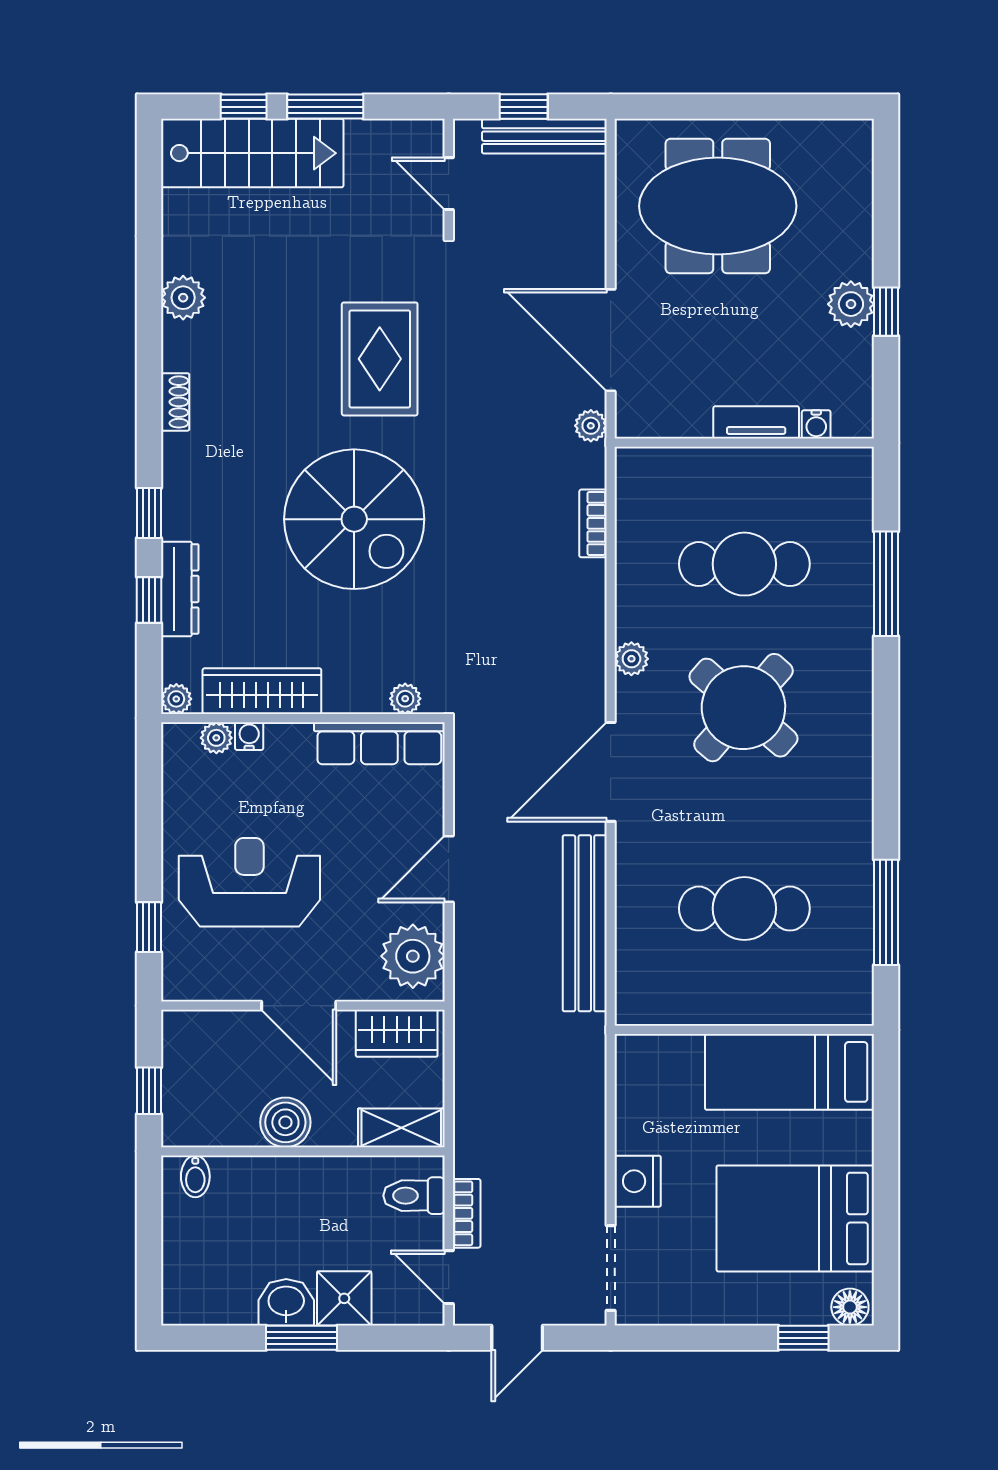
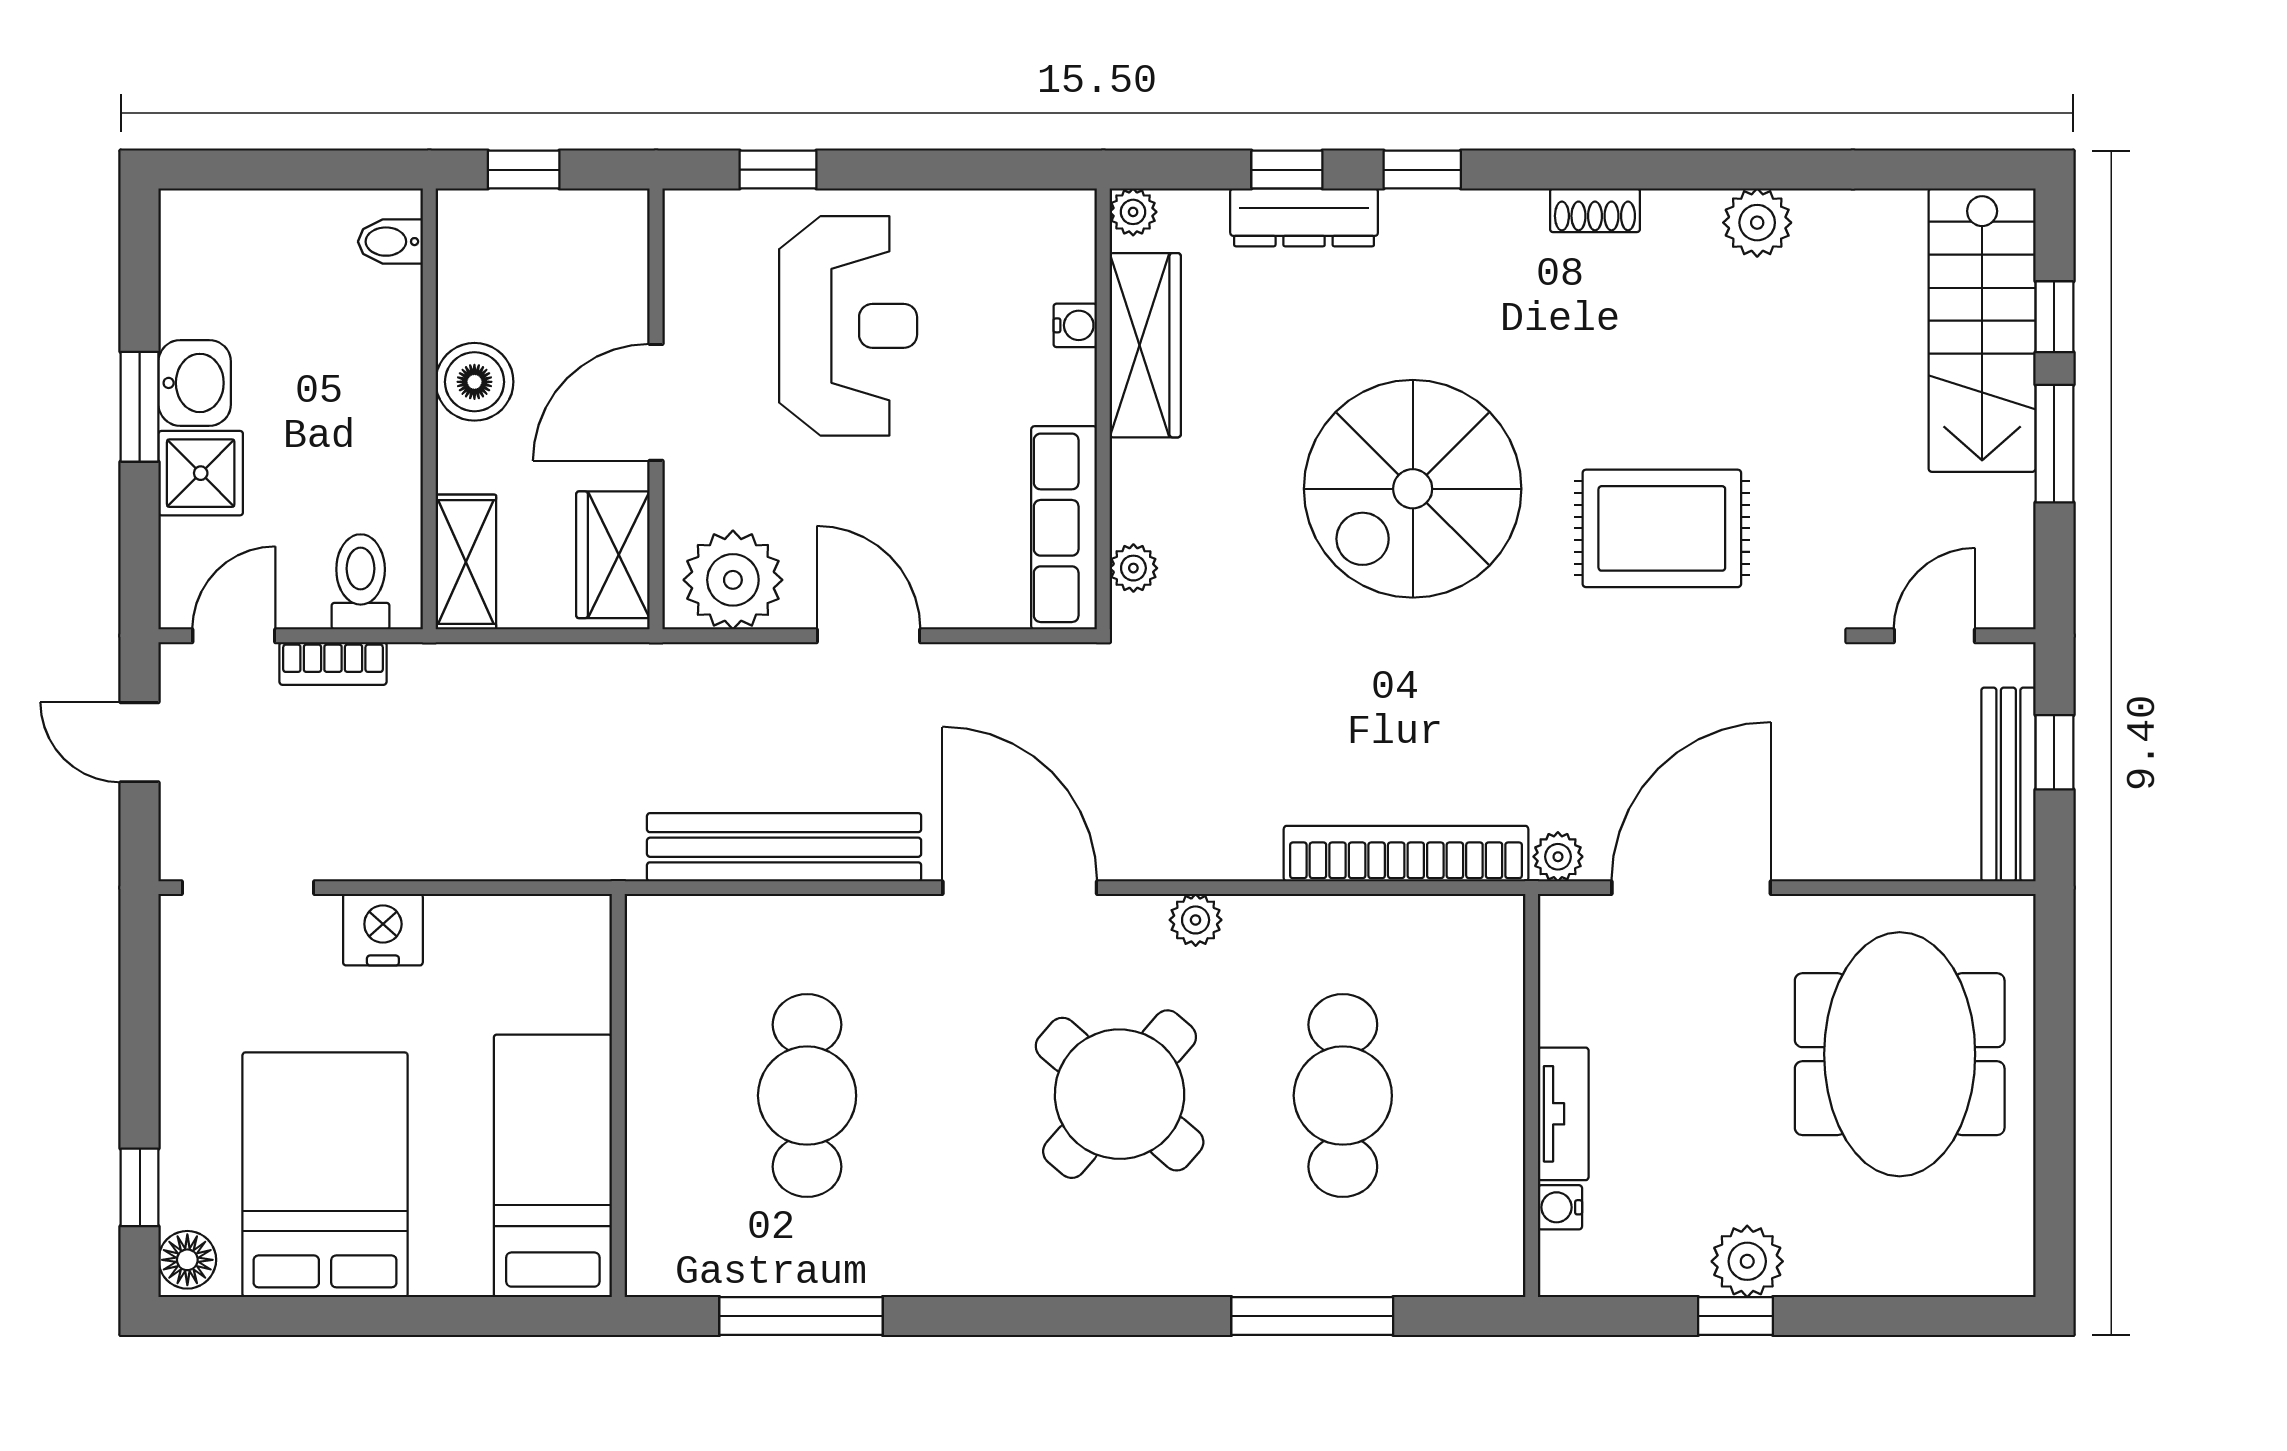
bookcase: (593, 523) -> (1406, 854), width x2.31, depth x1.31
plant: (216, 738) -> (1073, 274), removed

